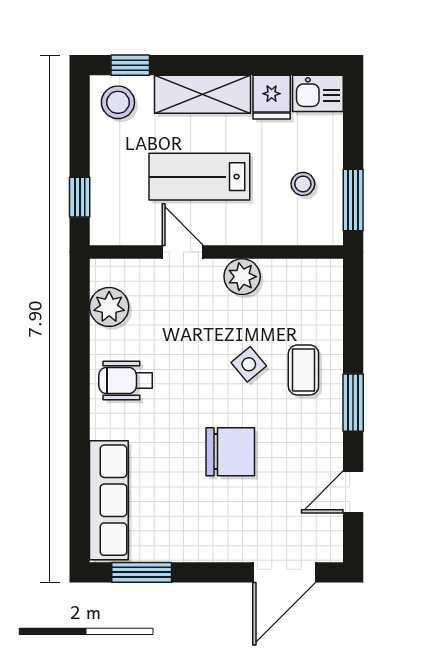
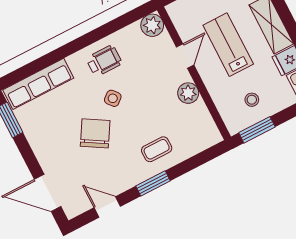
plant: (109, 307) -> (152, 25), moved
side table: (249, 364) -> (113, 98), moved
wheelchair: (126, 381) -> (104, 61), turned 90
chair: (230, 452) -> (95, 133), turned -149

